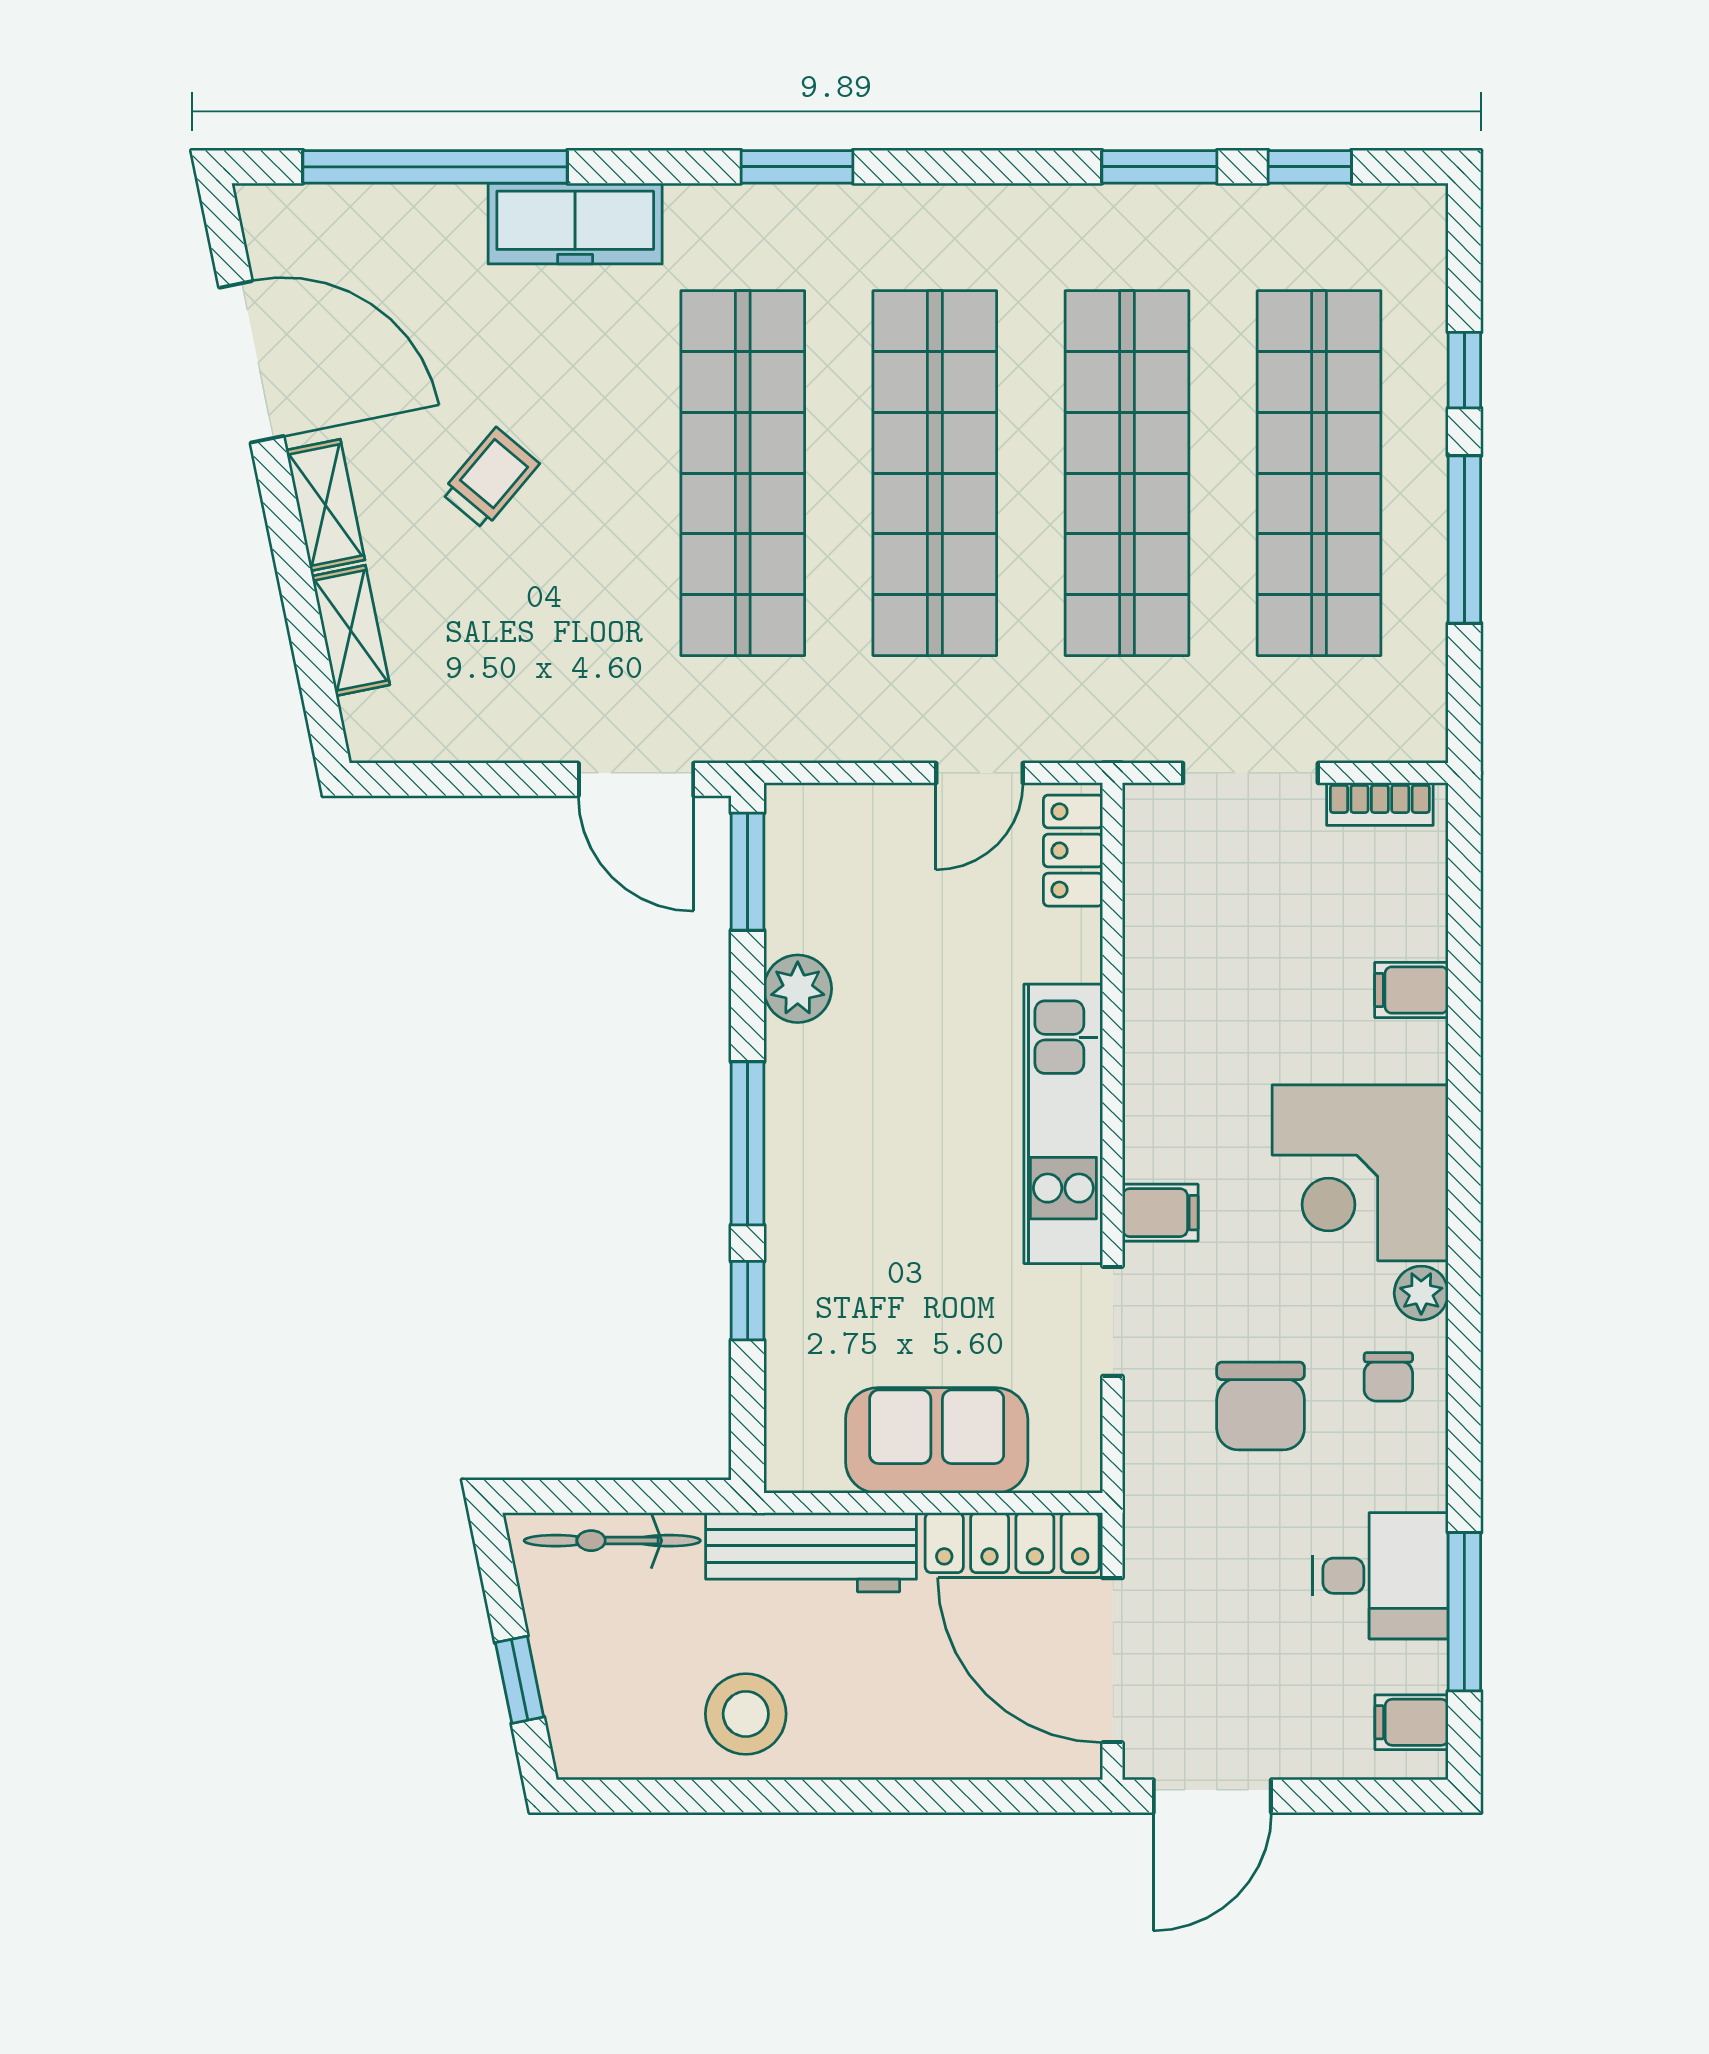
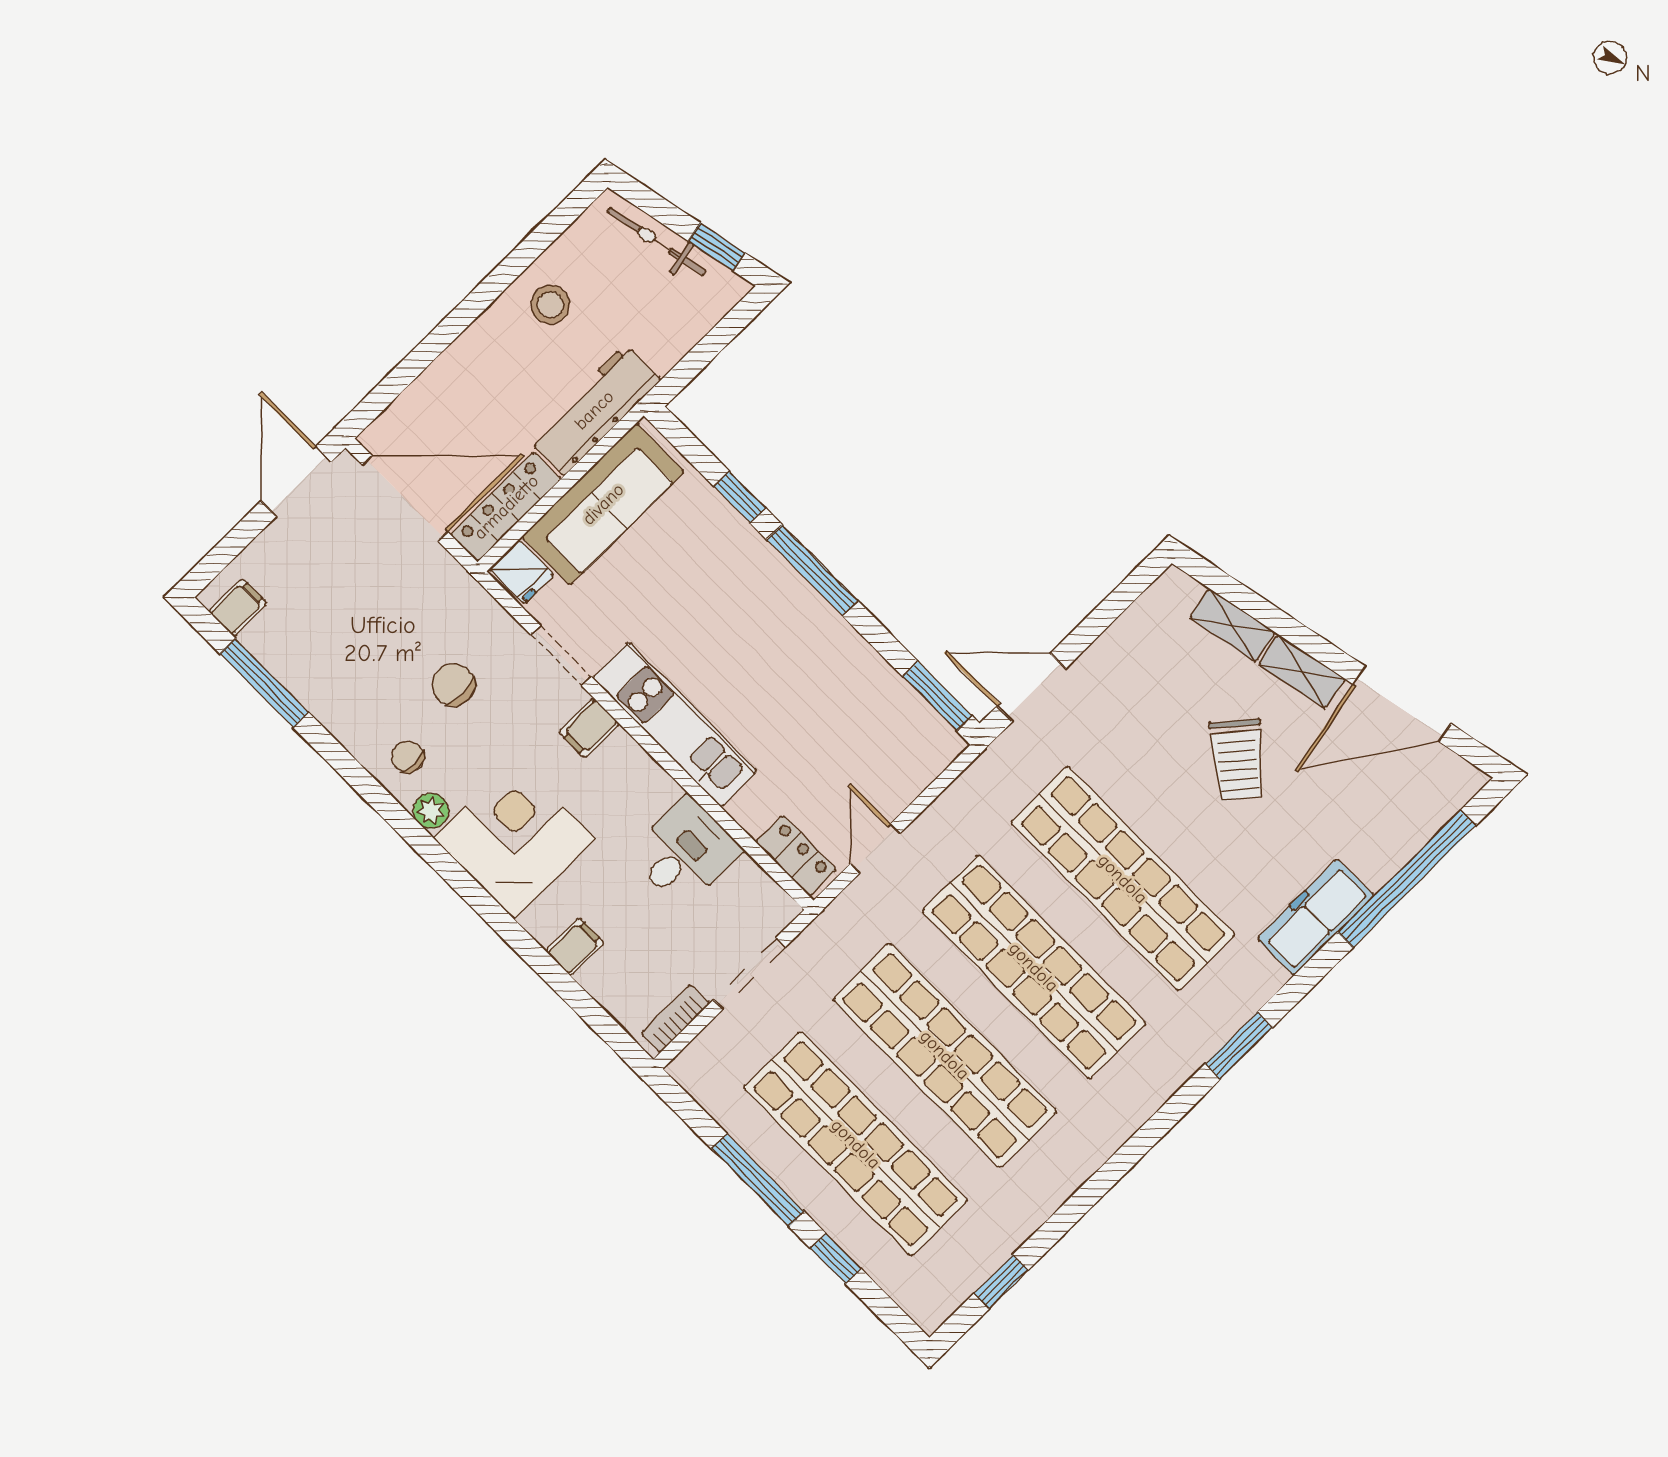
window: (1159, 167) -> (1071, 1212), removed
trolley: (490, 478) -> (1238, 760), width x1.36, depth x1.39
plant: (798, 989) -> (860, 665), removed
chair: (1261, 1406) -> (453, 684), width x0.73, depth x0.73
sofa: (937, 1440) -> (603, 504), width x1.36
fridge: (1065, 1455) -> (522, 572), added
bicycle: (612, 1541) -> (656, 241), moved, turned -102
desk: (1380, 1576) -> (685, 852), moved, turned 180
window: (520, 1680) -> (717, 247), moved
stool: (746, 1714) -> (550, 305), width x0.73, depth x0.73

